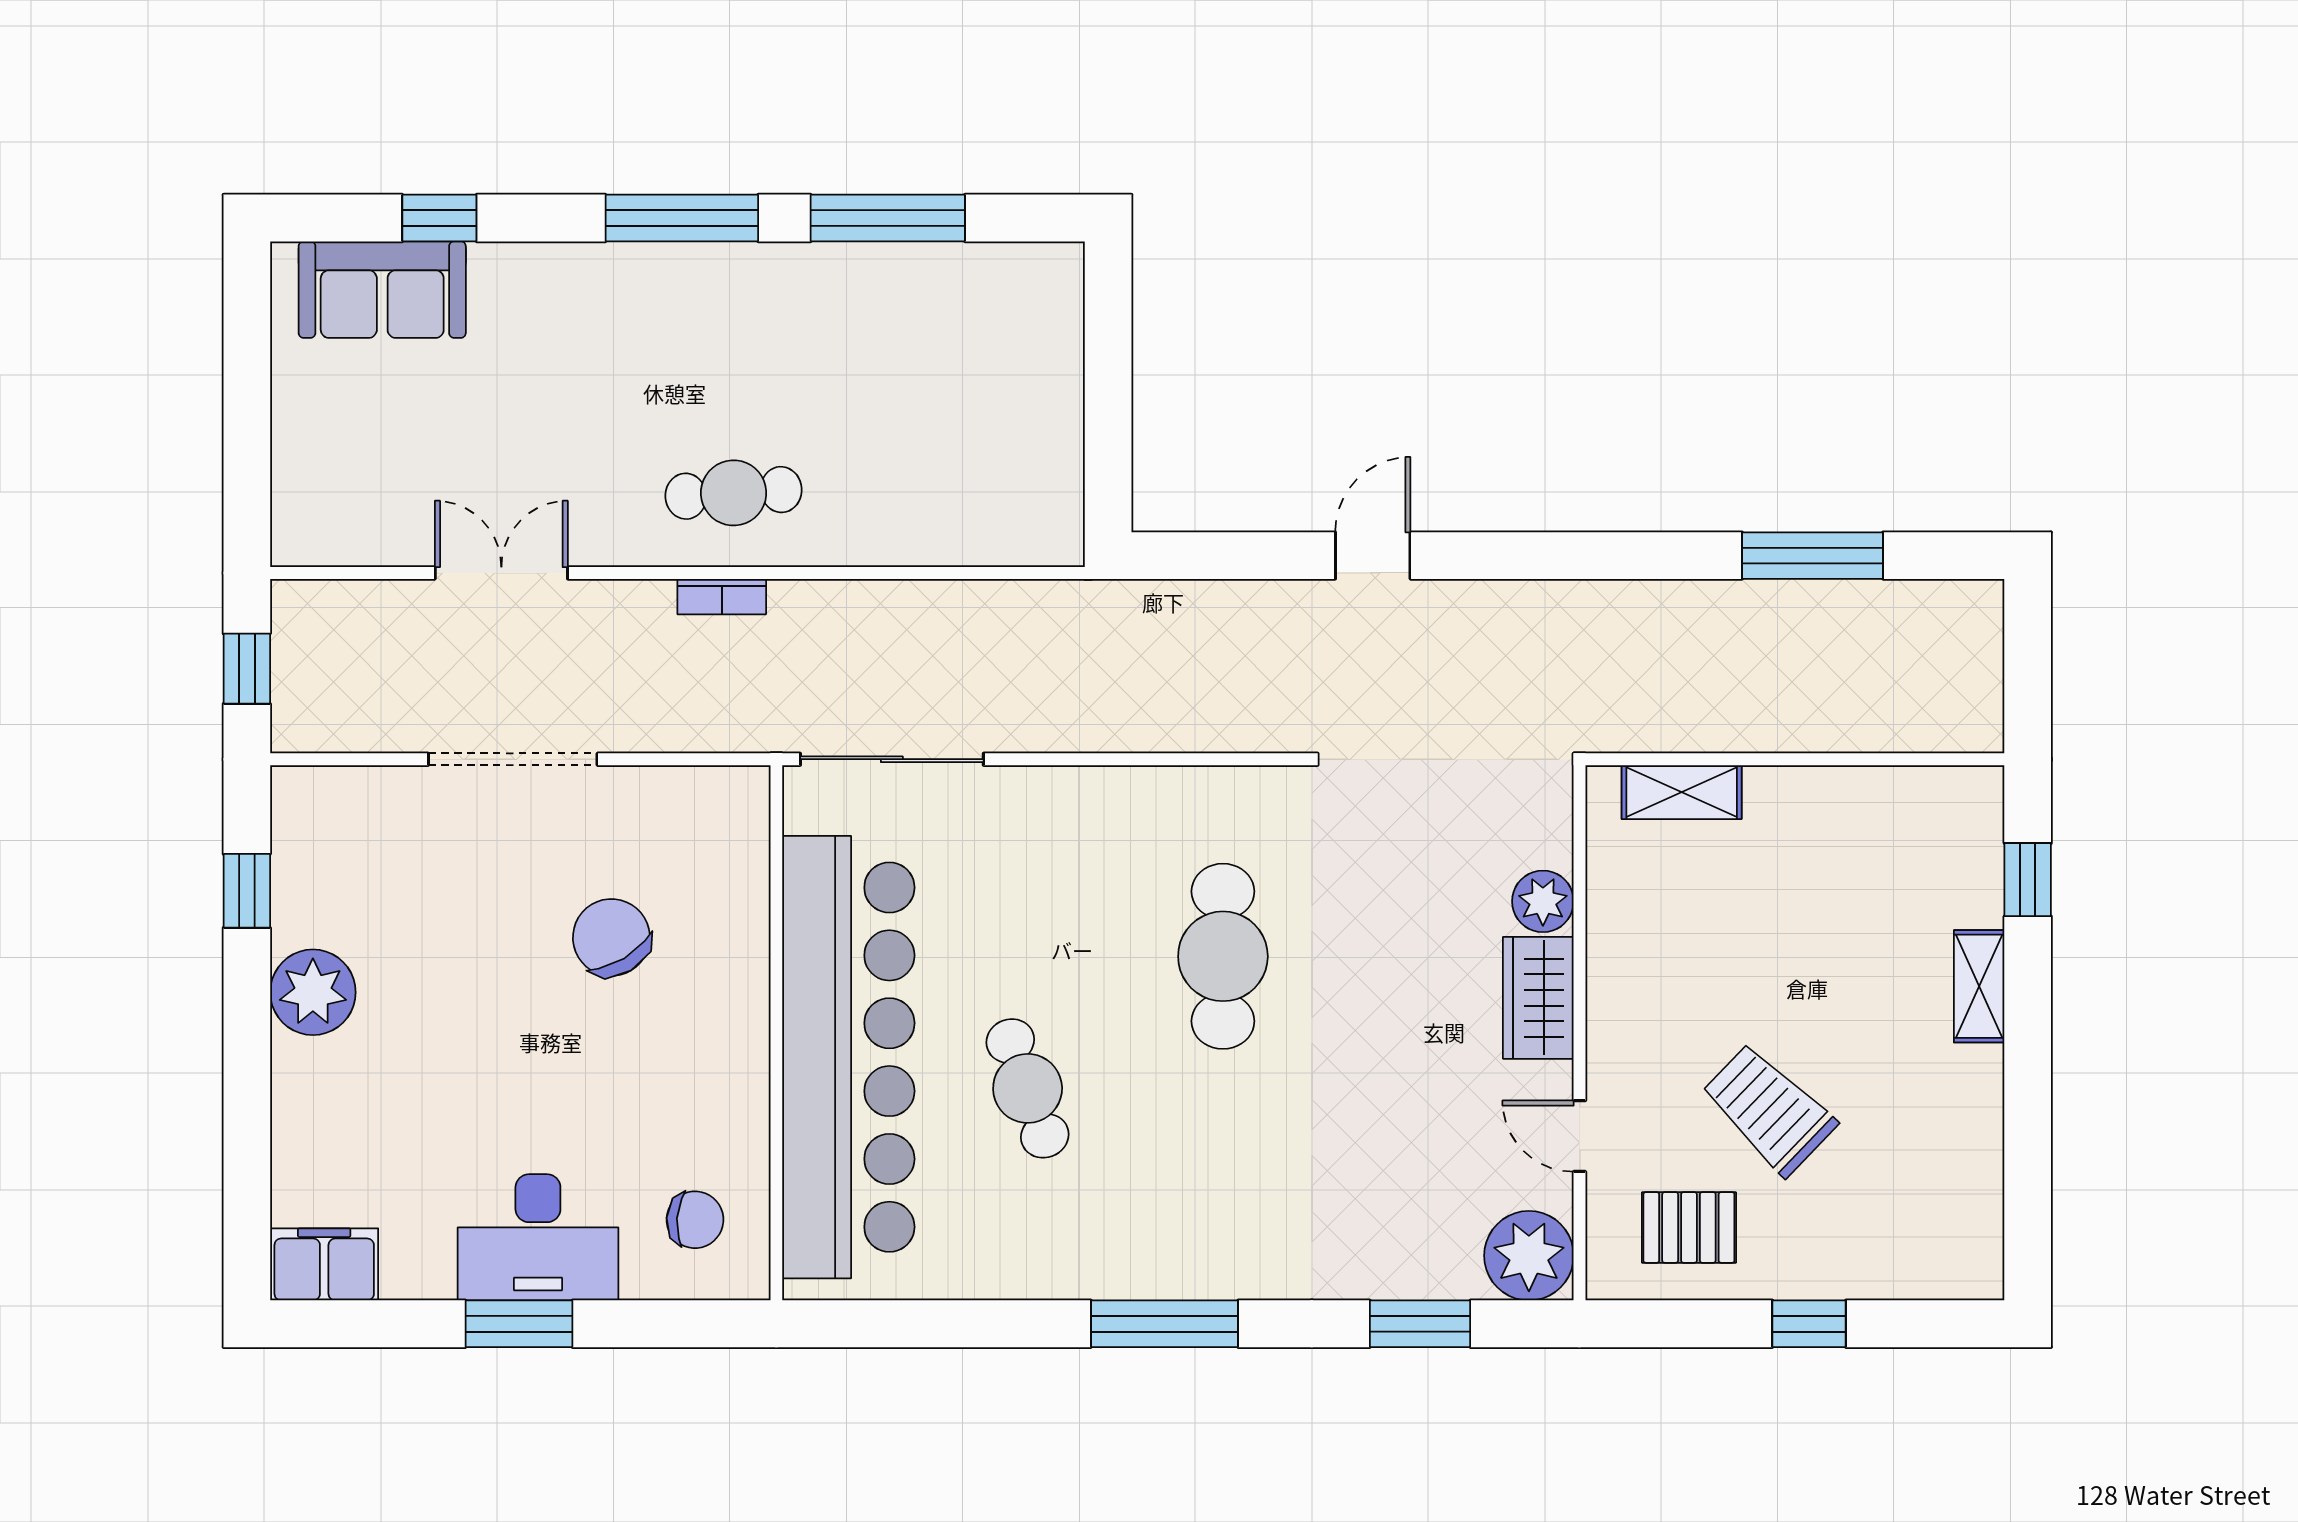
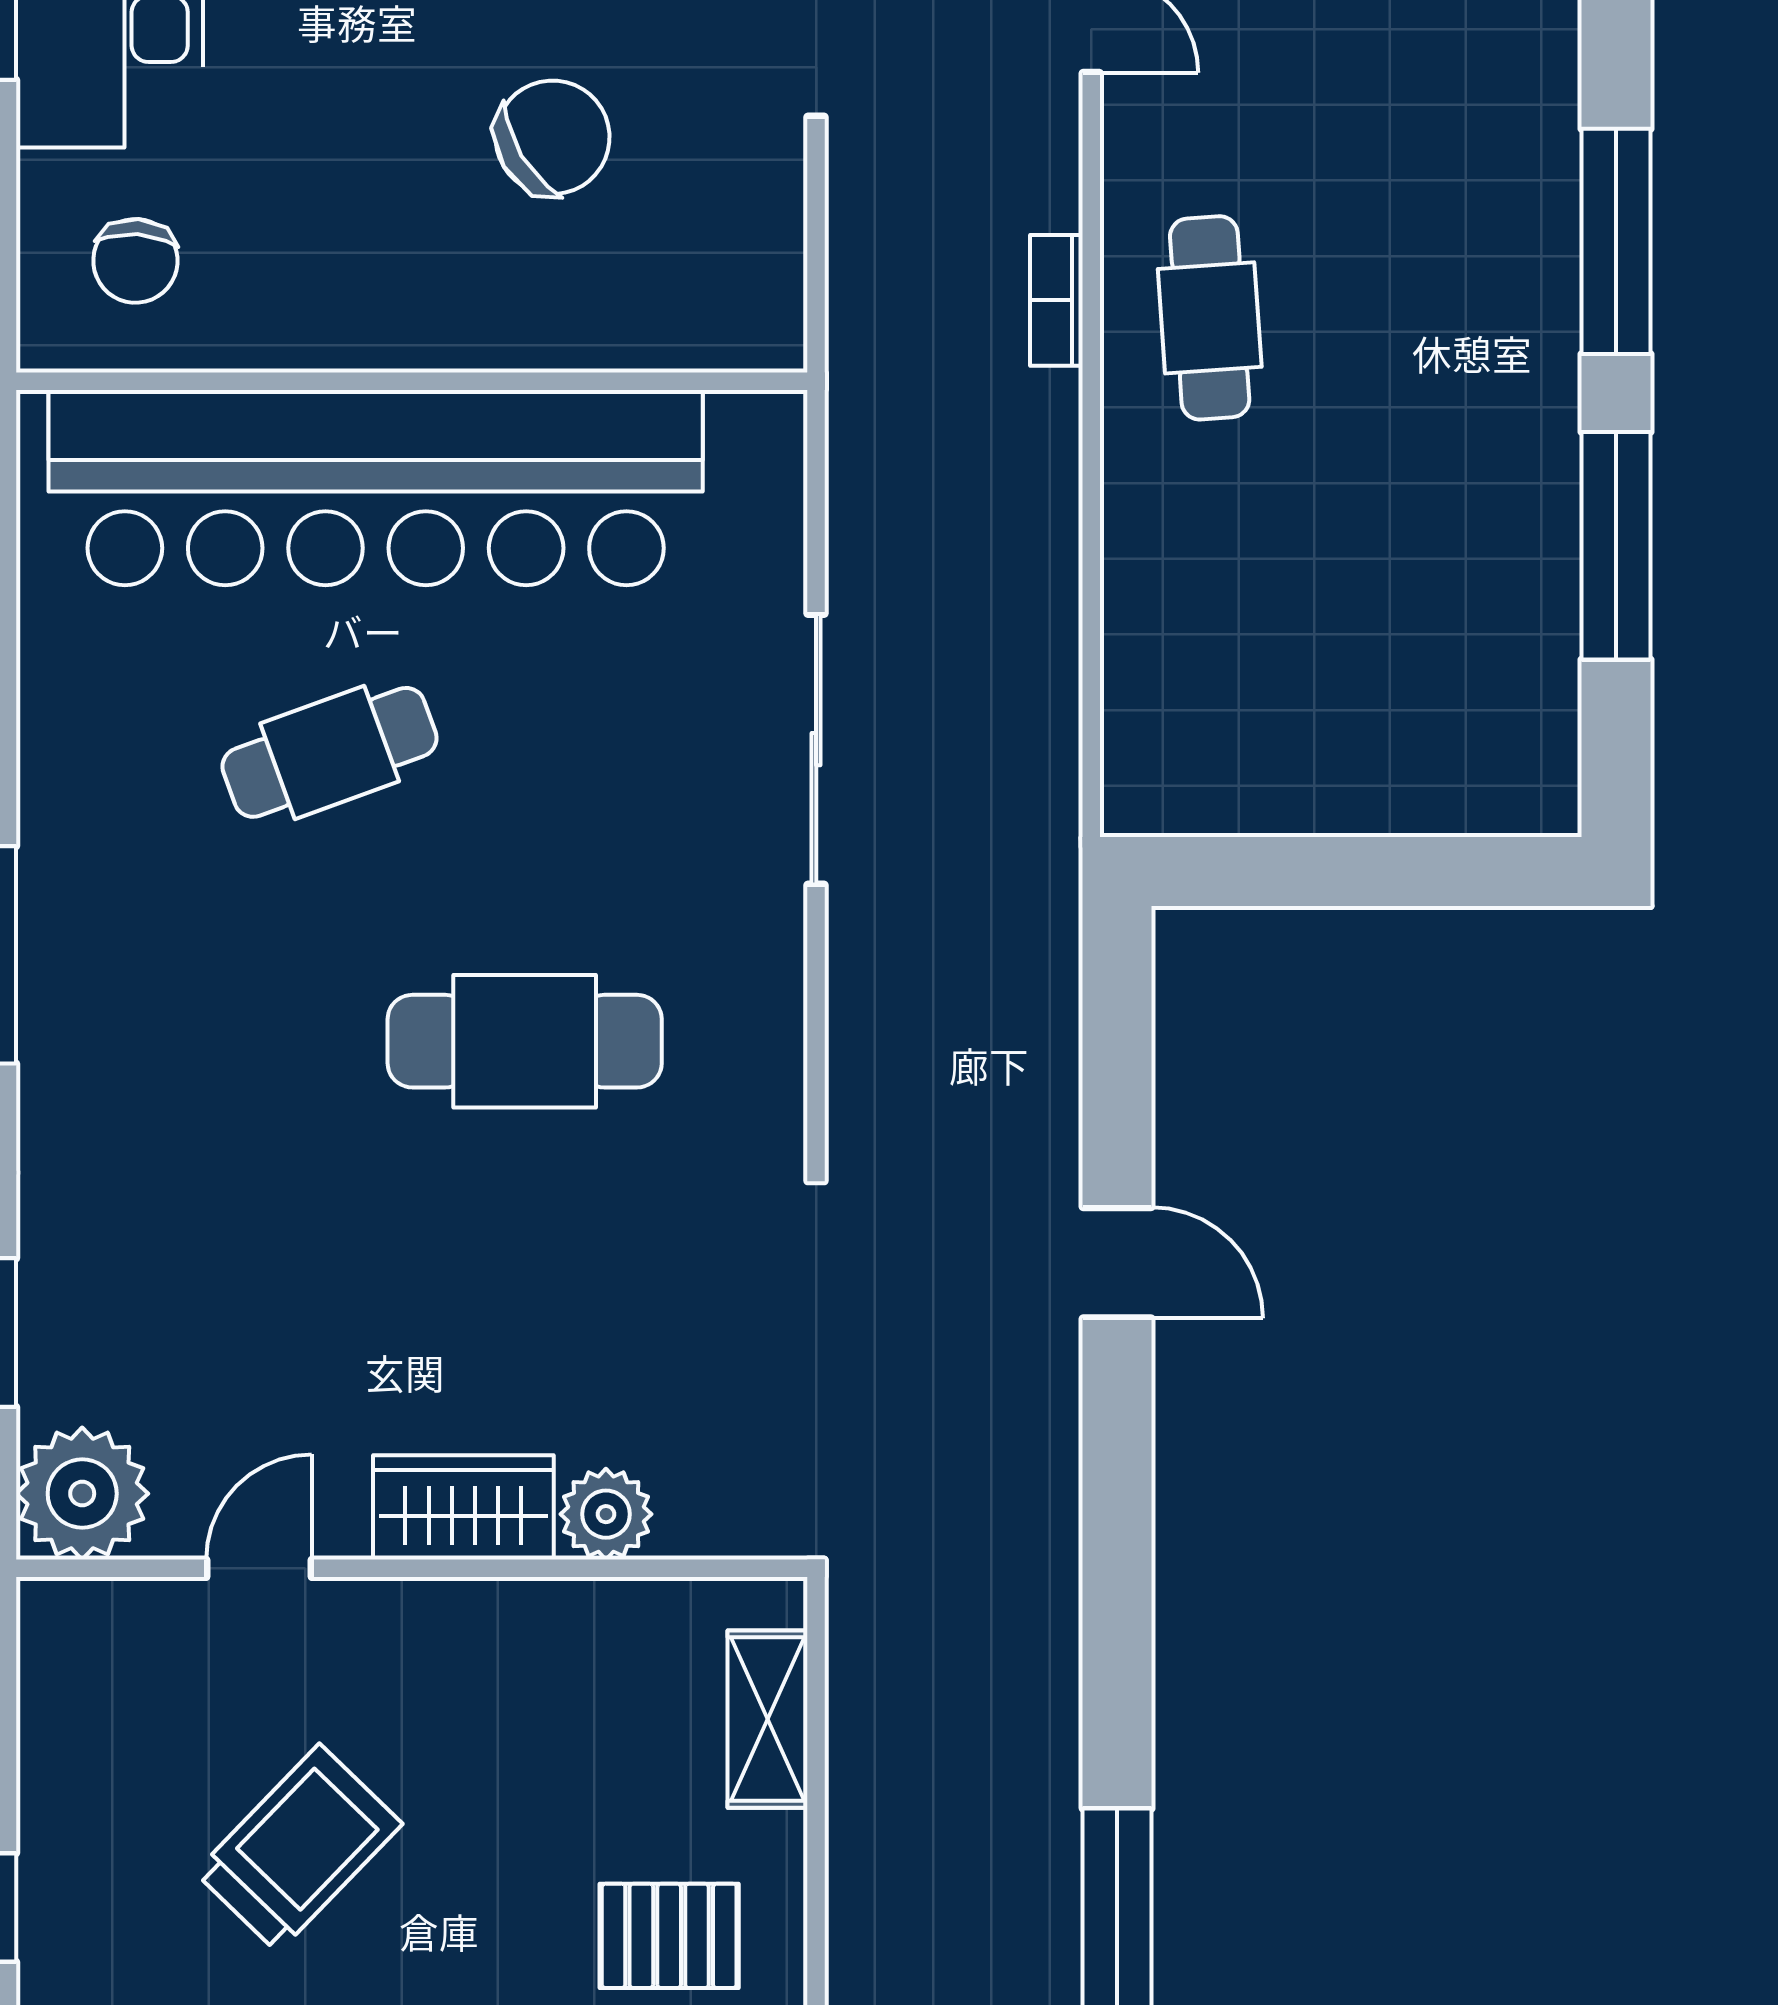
sliding door: (892, 759) -> (816, 749), moved
pallet: (1689, 1227) -> (669, 1936), moved, turned 90

